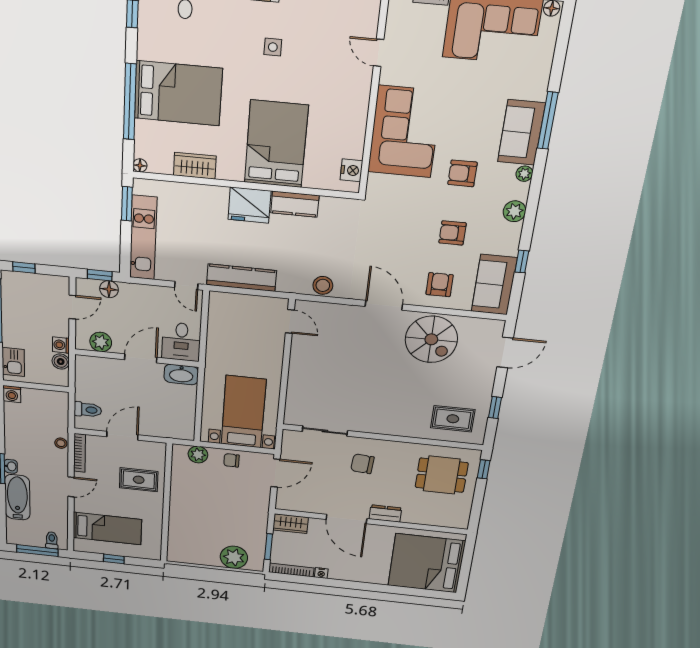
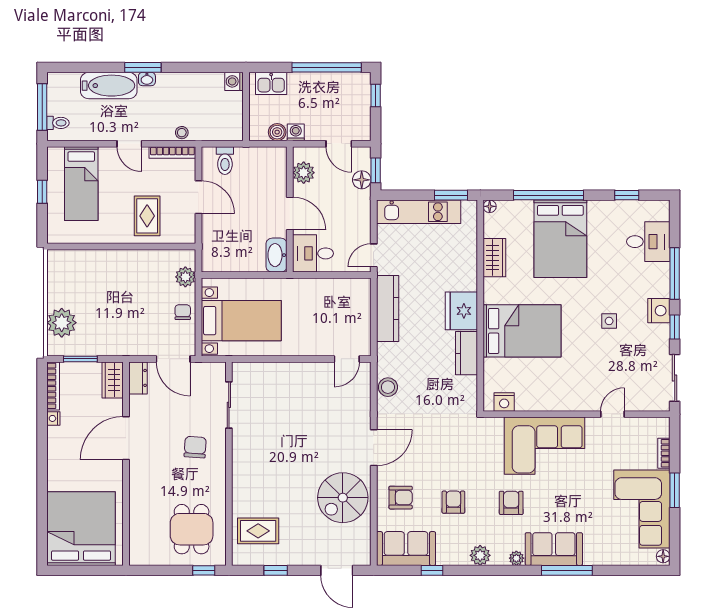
rug: (453, 419) -> (258, 531), turned 90
dresser: (385, 513) -> (138, 378), moved

